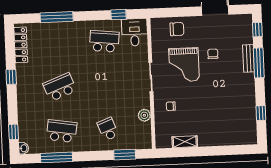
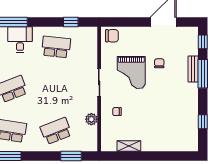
chair: (177, 29) -> (112, 36), moved
desk: (135, 32) -> (20, 40), moved
school desk: (108, 129) -> (56, 131), width x1.85

